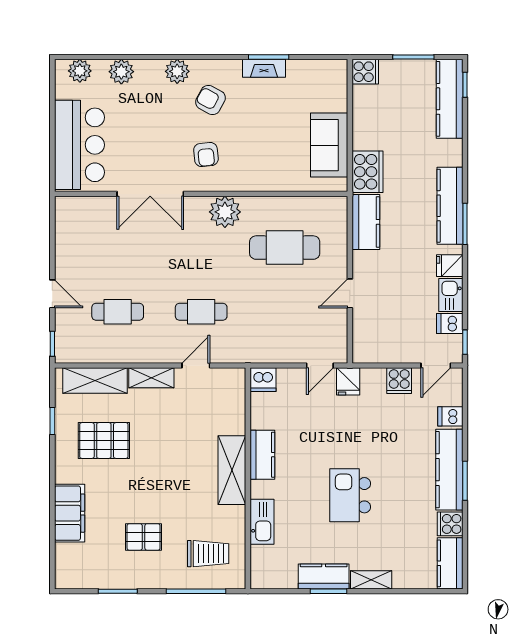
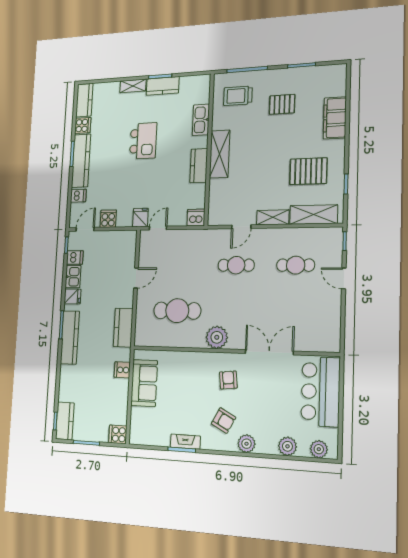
kitchen counter: (450, 99) -> (65, 421), width x0.67
cooker: (367, 172) -> (122, 370), width x0.53, depth x0.76

